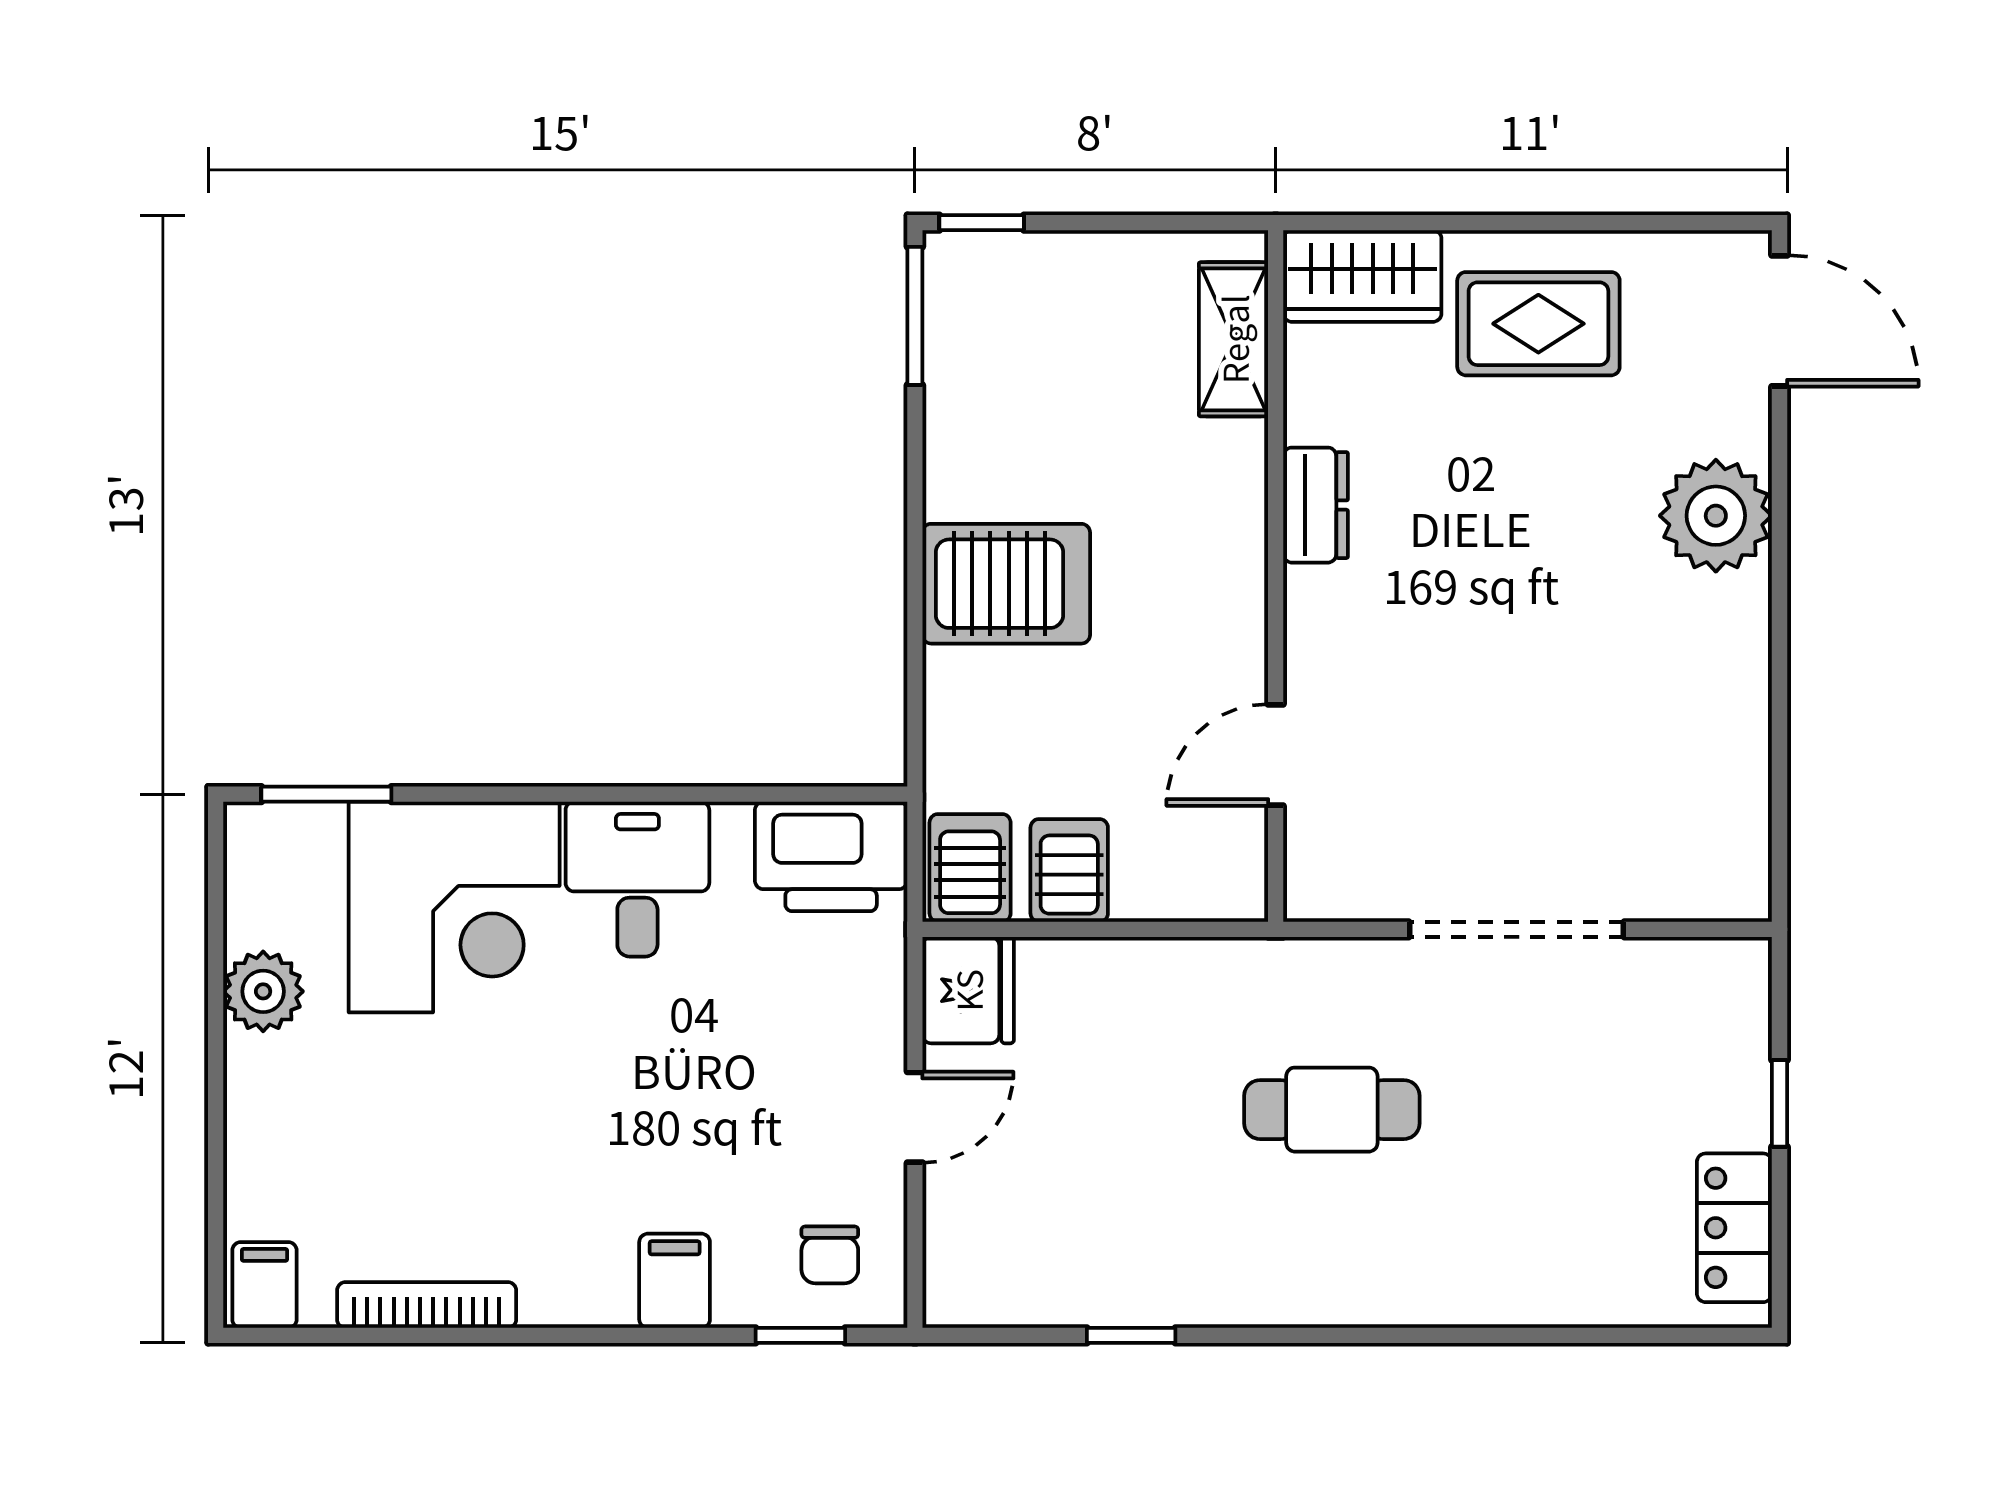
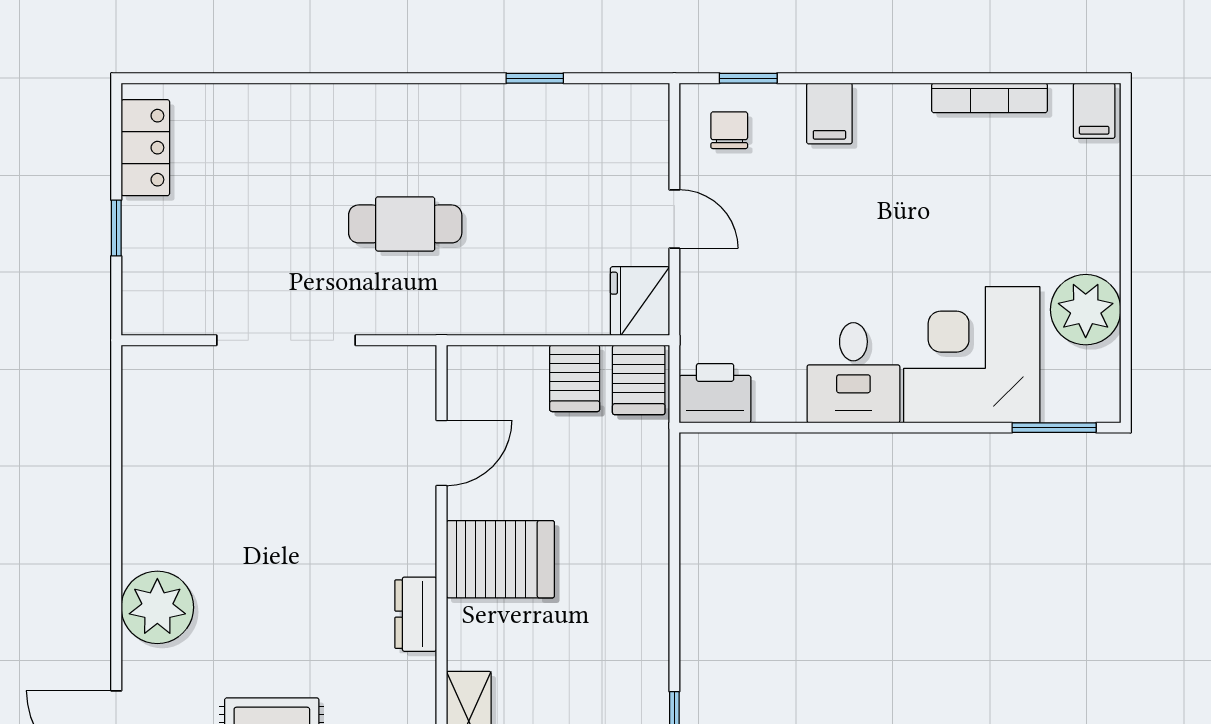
server rack: (1006, 584) -> (500, 559), moved, turned 180
printer: (831, 856) -> (715, 393), width x0.73, depth x0.84
plant: (263, 991) -> (1086, 310), width x1.36, depth x1.36
door: (915, 1117) -> (674, 219), swing flipped

